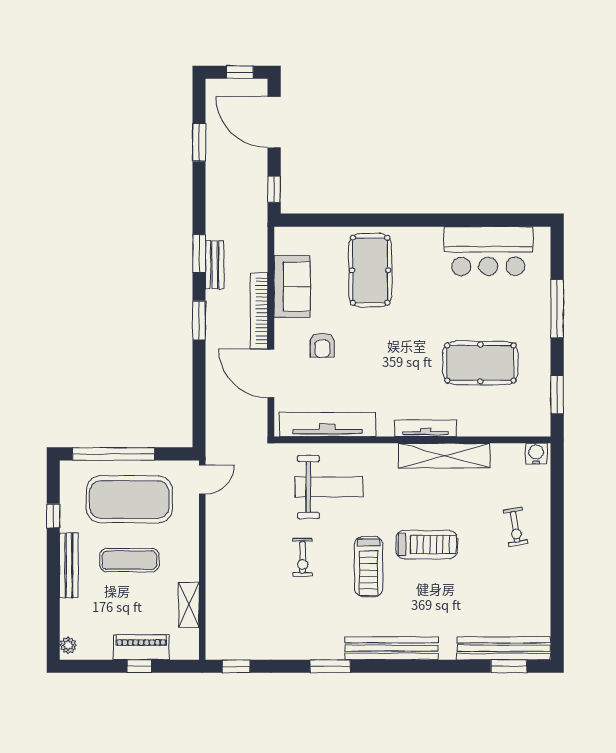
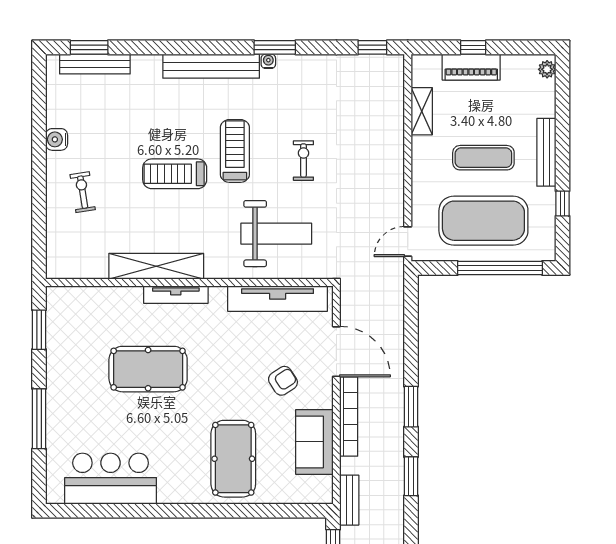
bench: (215, 265) -> (349, 500), moved
armchair: (322, 345) -> (283, 381), turned 57
pool table: (480, 363) -> (148, 369), moved
water cooler: (536, 454) -> (57, 139), moved, turned 90
weight bench: (329, 487) -> (276, 234), turned 180
bench: (503, 648) -> (95, 64), width x0.73, depth x0.82
water cooler: (336, 653) -> (268, 61), added

